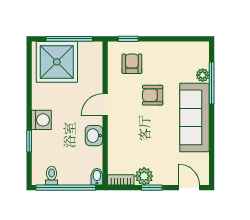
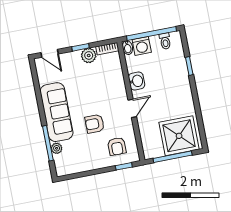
armchair: (153, 95) -> (95, 124), turned 180
washing machine: (41, 120) -> (142, 46), moved, turned -90

